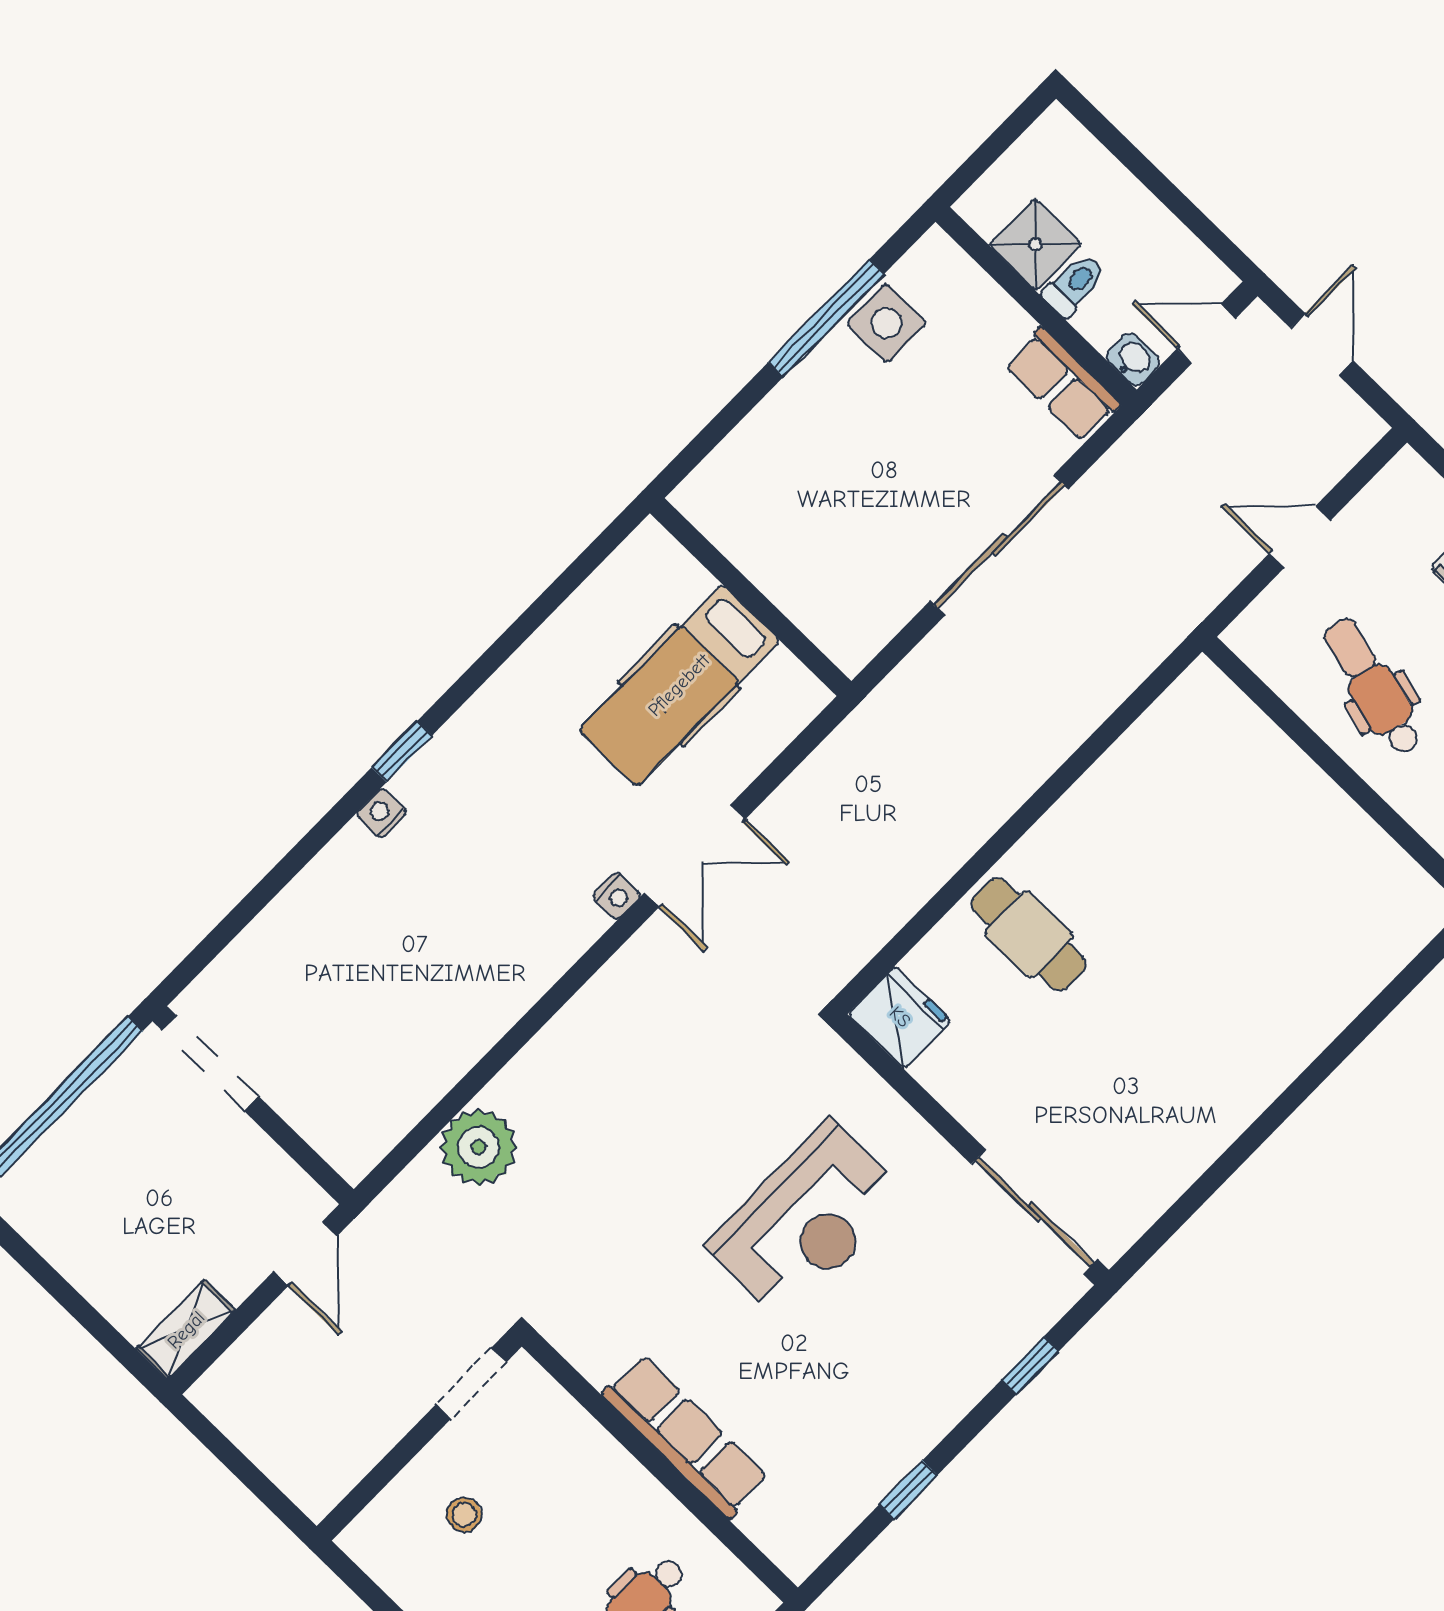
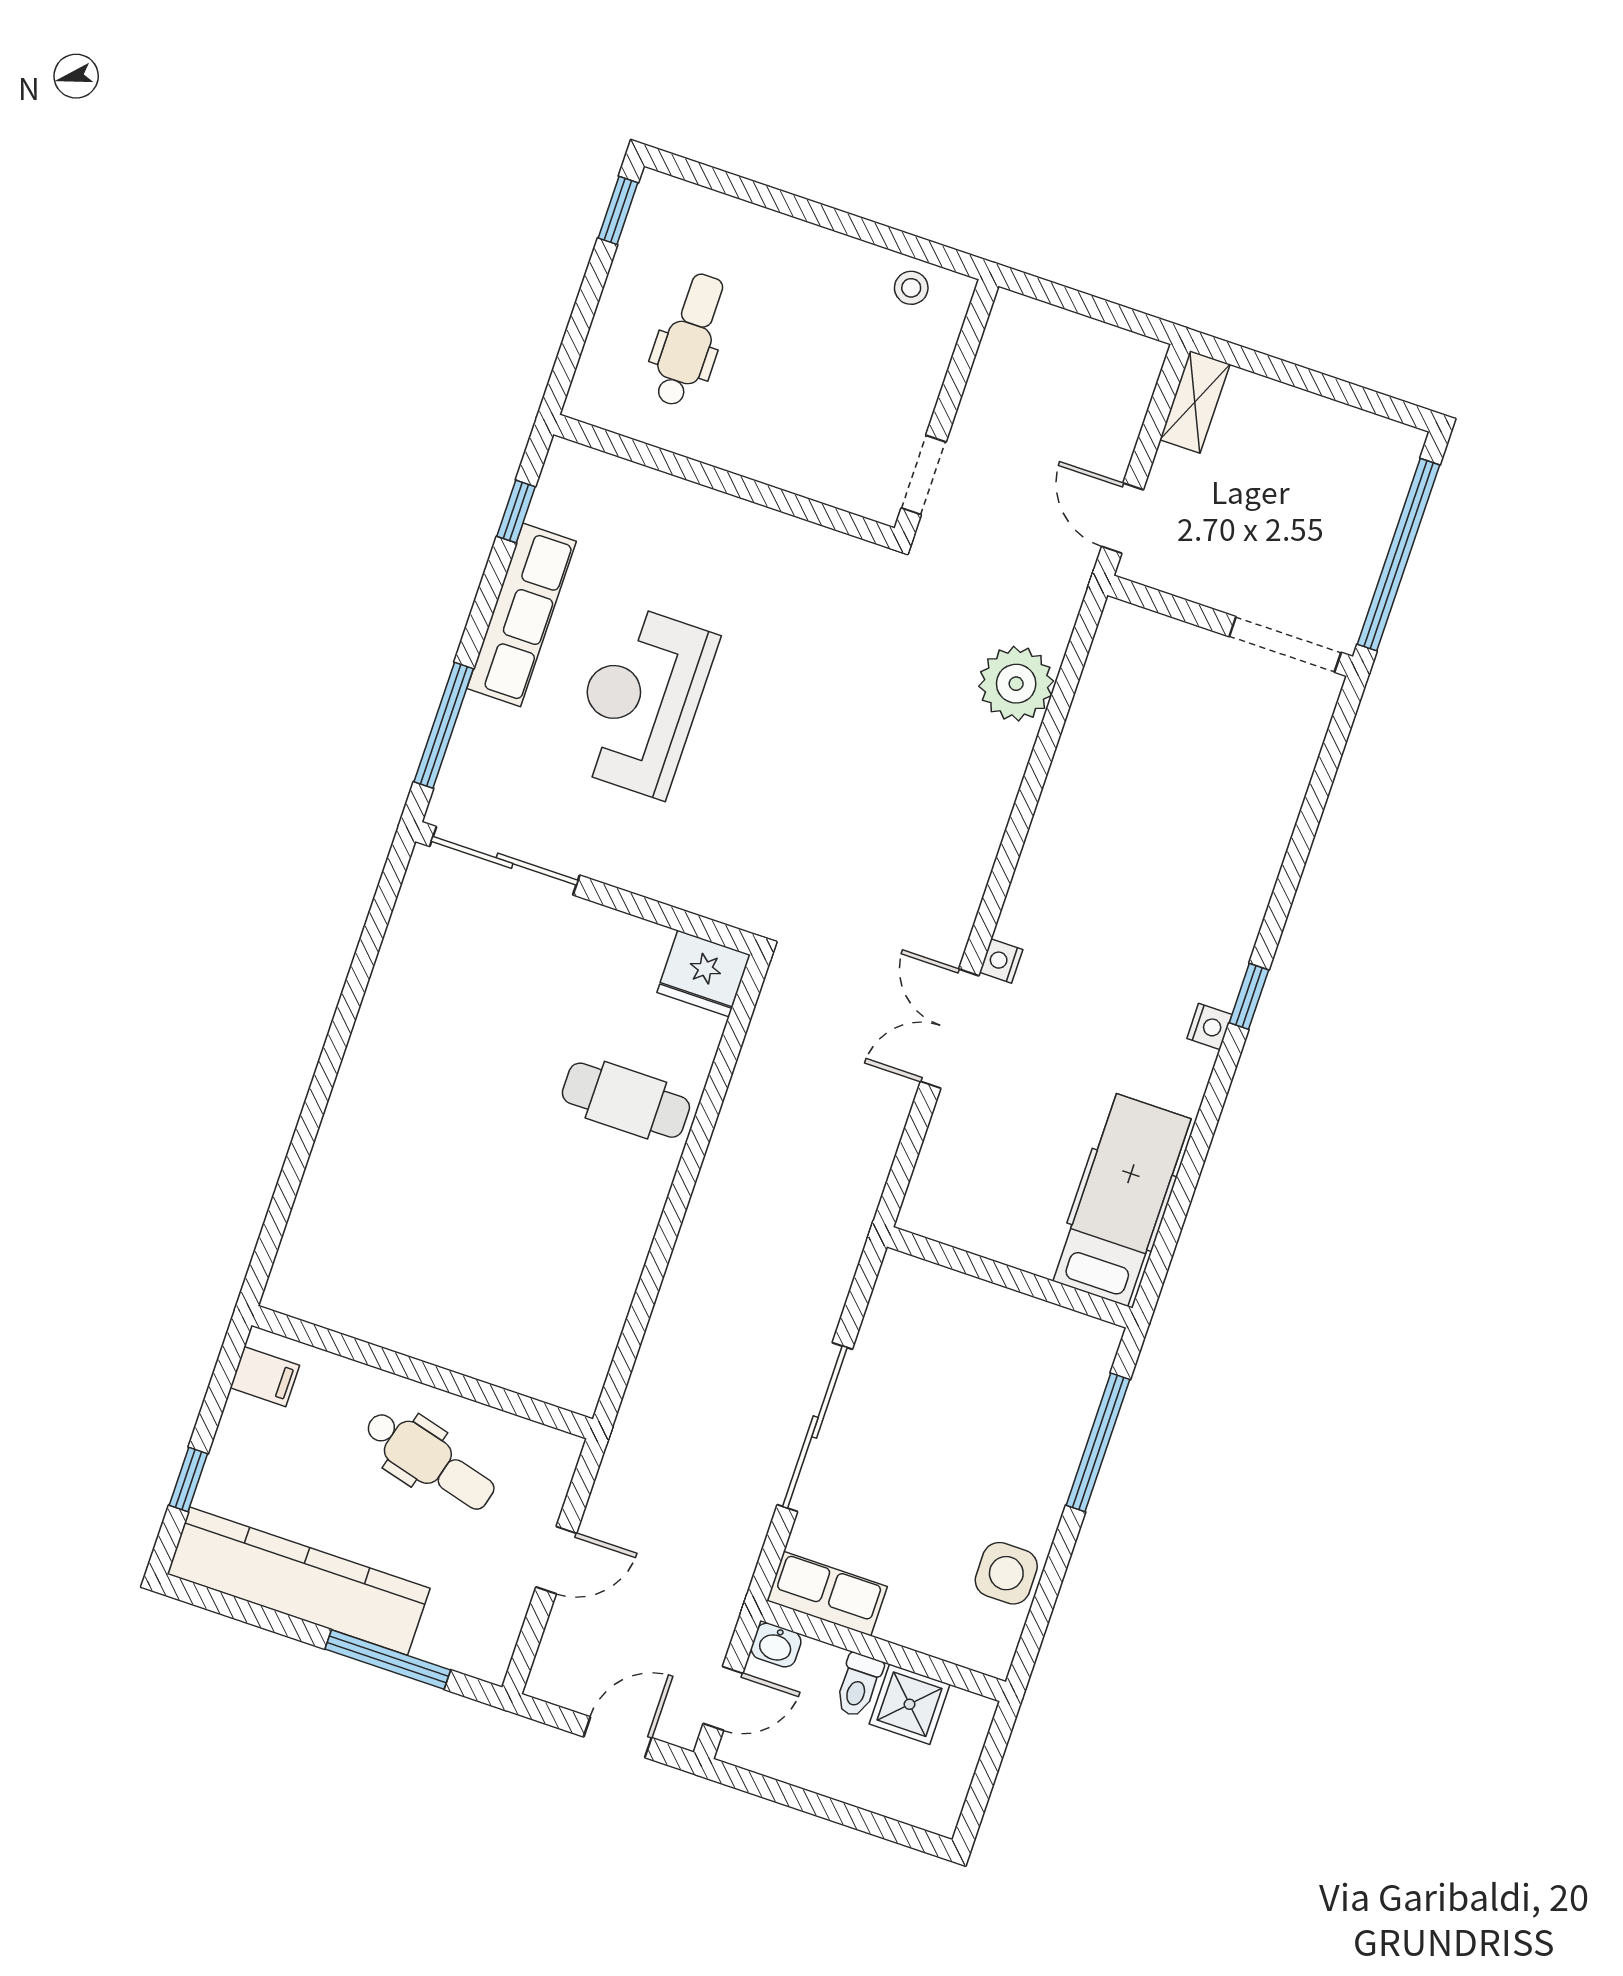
window: (826, 318) -> (1098, 1442), moved
door: (1322, 344) -> (618, 1737), swing flipped
hospital bed: (679, 685) -> (1122, 1200), moved
nightstand: (382, 813) -> (1209, 1027), moved
reception desk: (807, 1221) -> (641, 701), moved
window: (1030, 1365) -> (444, 725), width x2.17
row of seats: (685, 1436) -> (522, 615), moved, turned -90
window: (908, 1490) -> (516, 512), moved
stool: (464, 1515) -> (911, 288), moved

